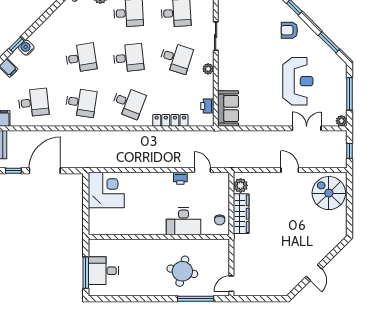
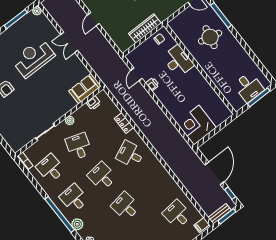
desk: (81, 103) -> (154, 184), removed
desk: (128, 103) -> (130, 154), turned -45
locker: (170, 120) -> (124, 123), width x0.66
double door: (307, 128) -> (69, 42), moved
door: (45, 171) -> (215, 173), swing flipped
plant: (241, 185) -> (127, 43), removed

